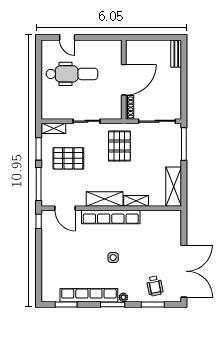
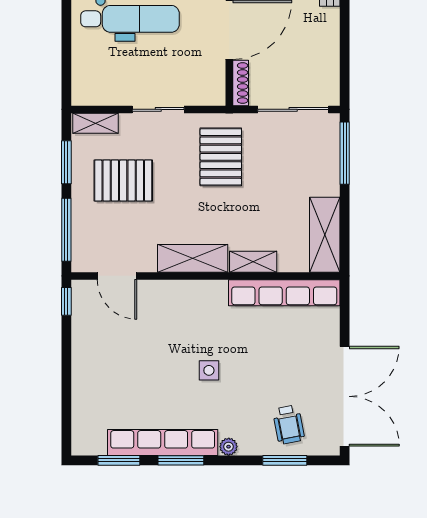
row of seats: (111, 217) -> (284, 293), moved
window: (113, 304) -> (181, 460), moved

